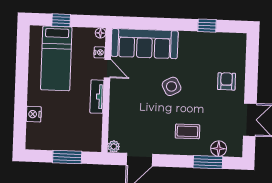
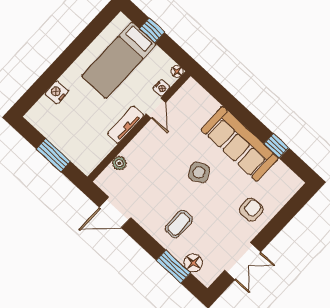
sofa: (145, 44) -> (240, 144), moved
coffee table: (187, 131) -> (179, 224), turned 90
plant: (114, 146) -> (119, 163), moved

